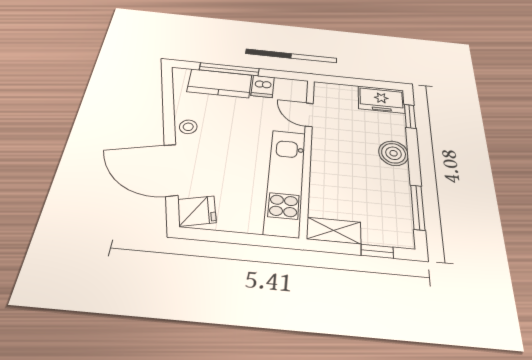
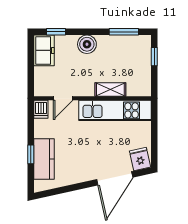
window: (229, 69) -> (31, 154), width x0.46
dishwasher: (263, 86) -> (41, 109), moved, turned 90
stool: (188, 127) -> (82, 174), removed
shelving: (334, 231) -> (110, 90), moved, turned 90

